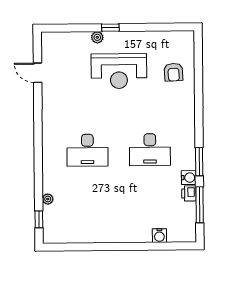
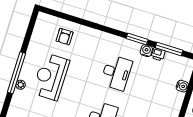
window: (110, 28) -> (16, 73), width x3.17
reception desk: (119, 71) -> (51, 77), turned 180
armchair: (173, 72) -> (65, 37), turned 93

